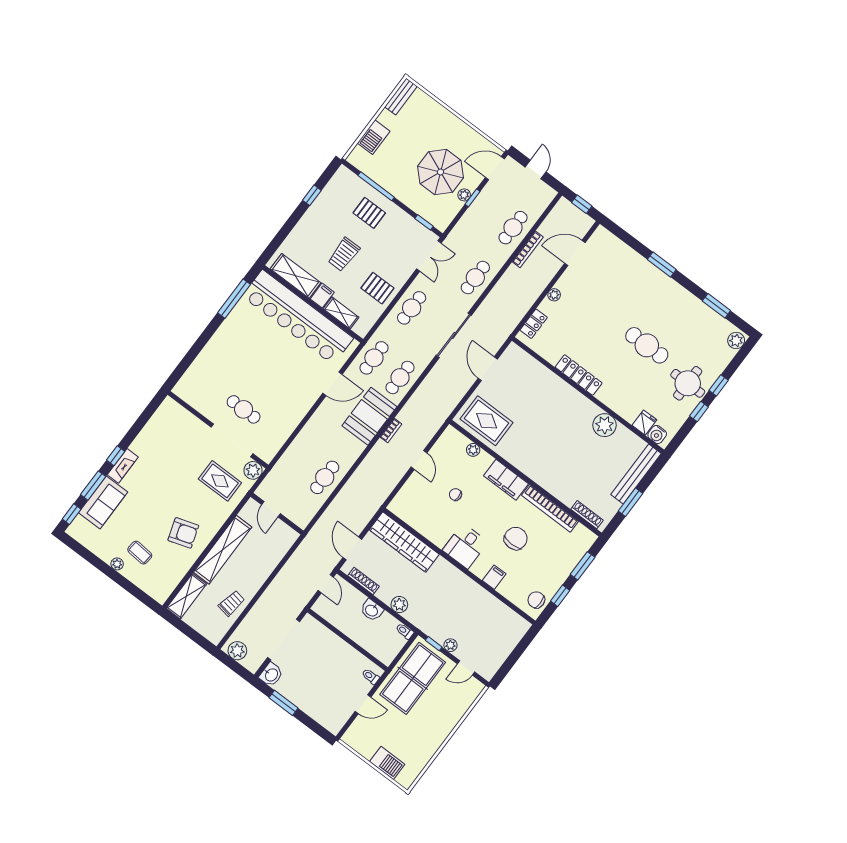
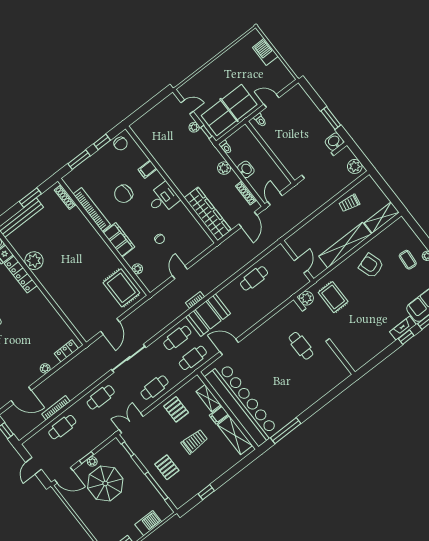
locker: (579, 375) -> (21, 274), moved

